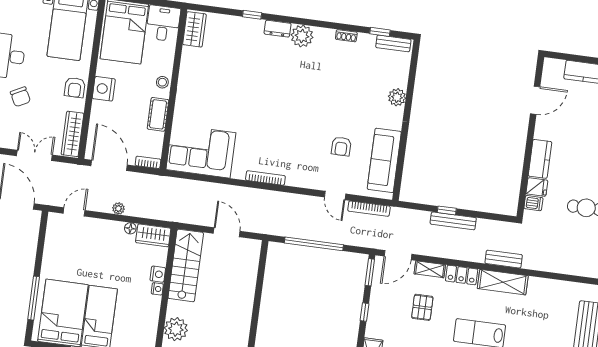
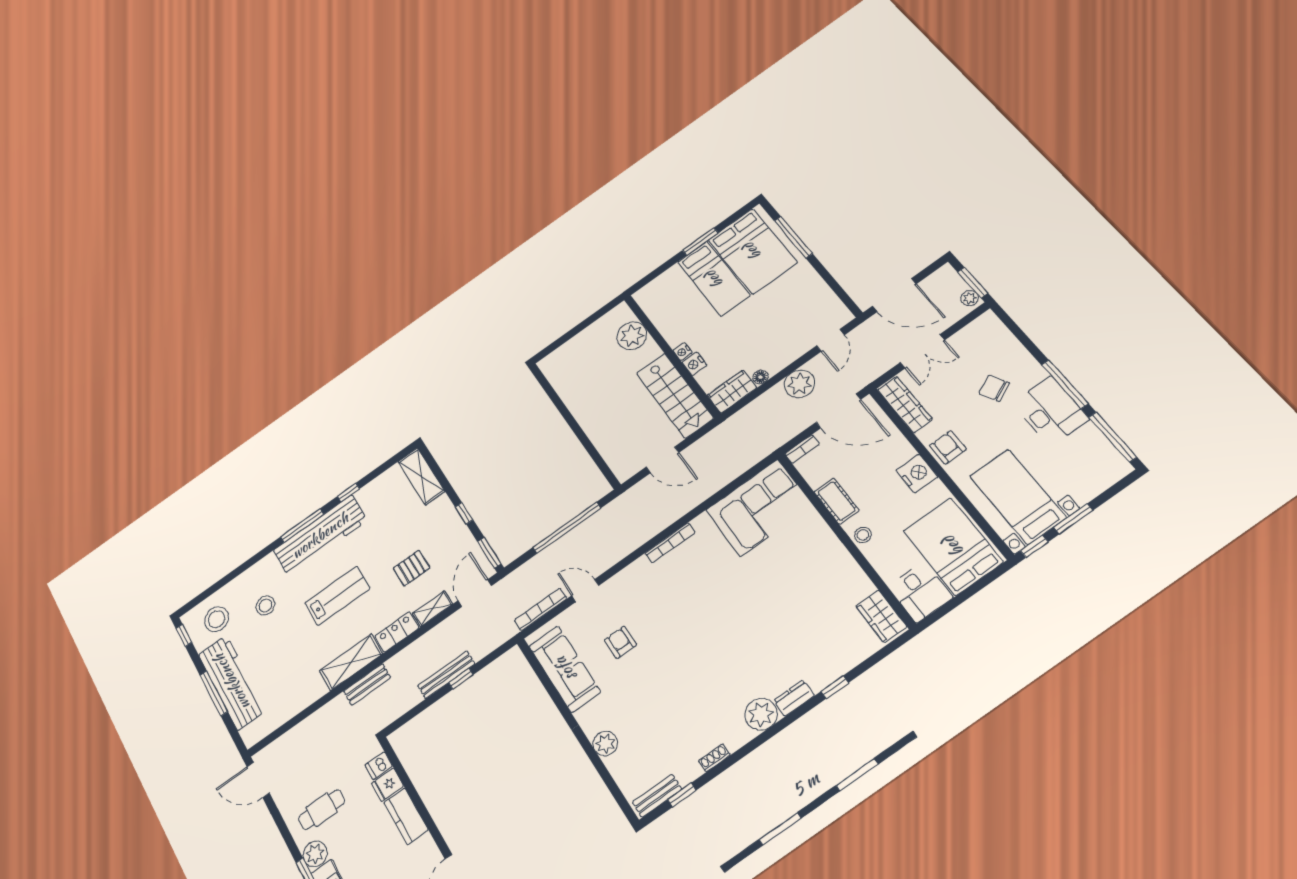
plant: (118, 208) -> (800, 384), width x1.87, depth x1.87
pallet: (422, 307) -> (412, 568), turned 90

